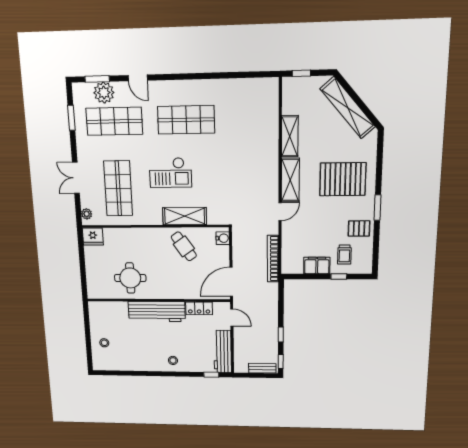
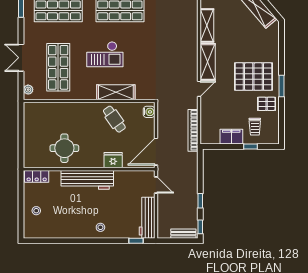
pallet: (343, 179) -> (253, 77), moved
fridge: (93, 237) -> (113, 160), moved, turned 180
locker: (199, 308) -> (37, 176), moved

